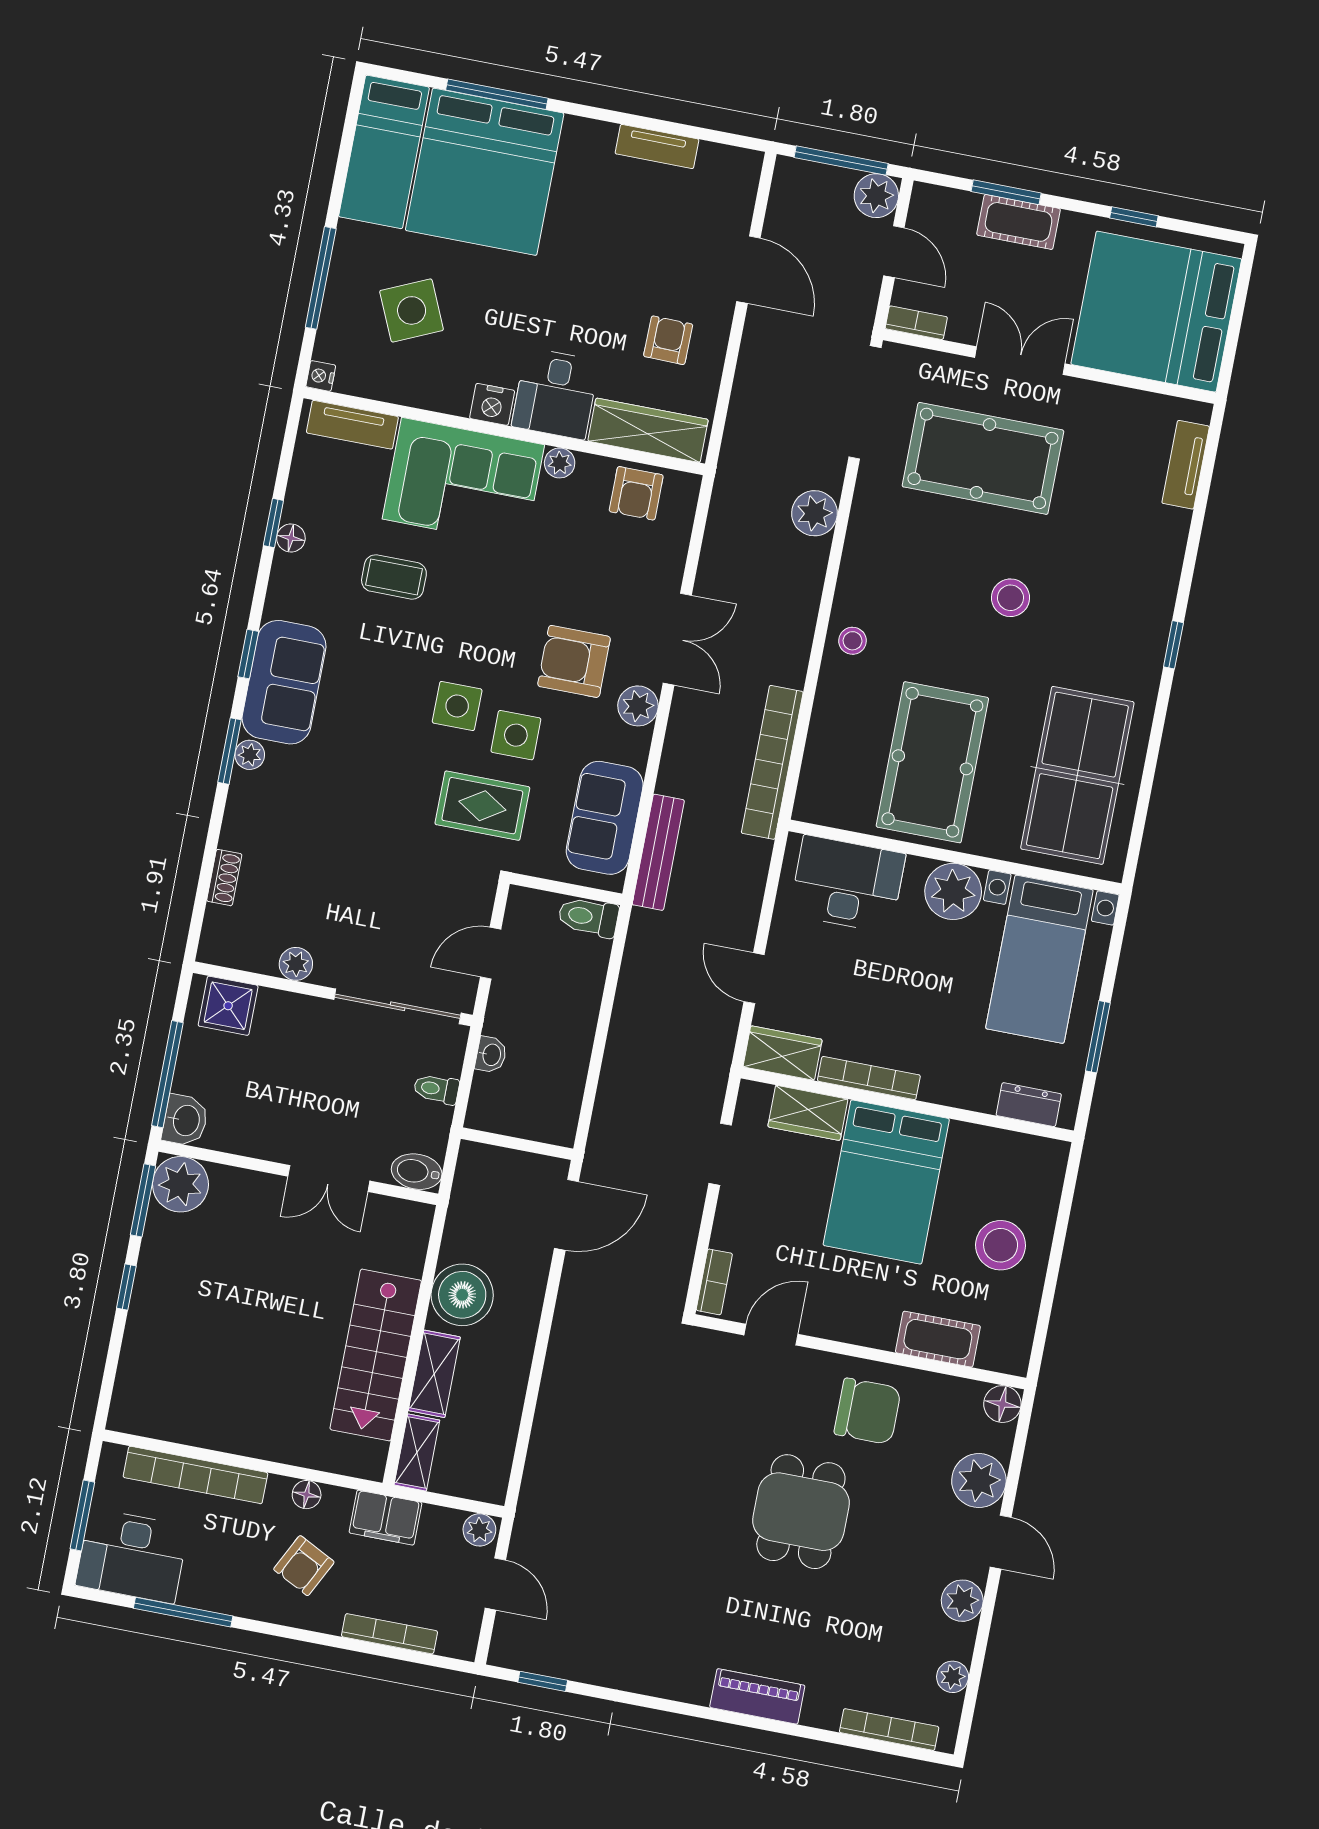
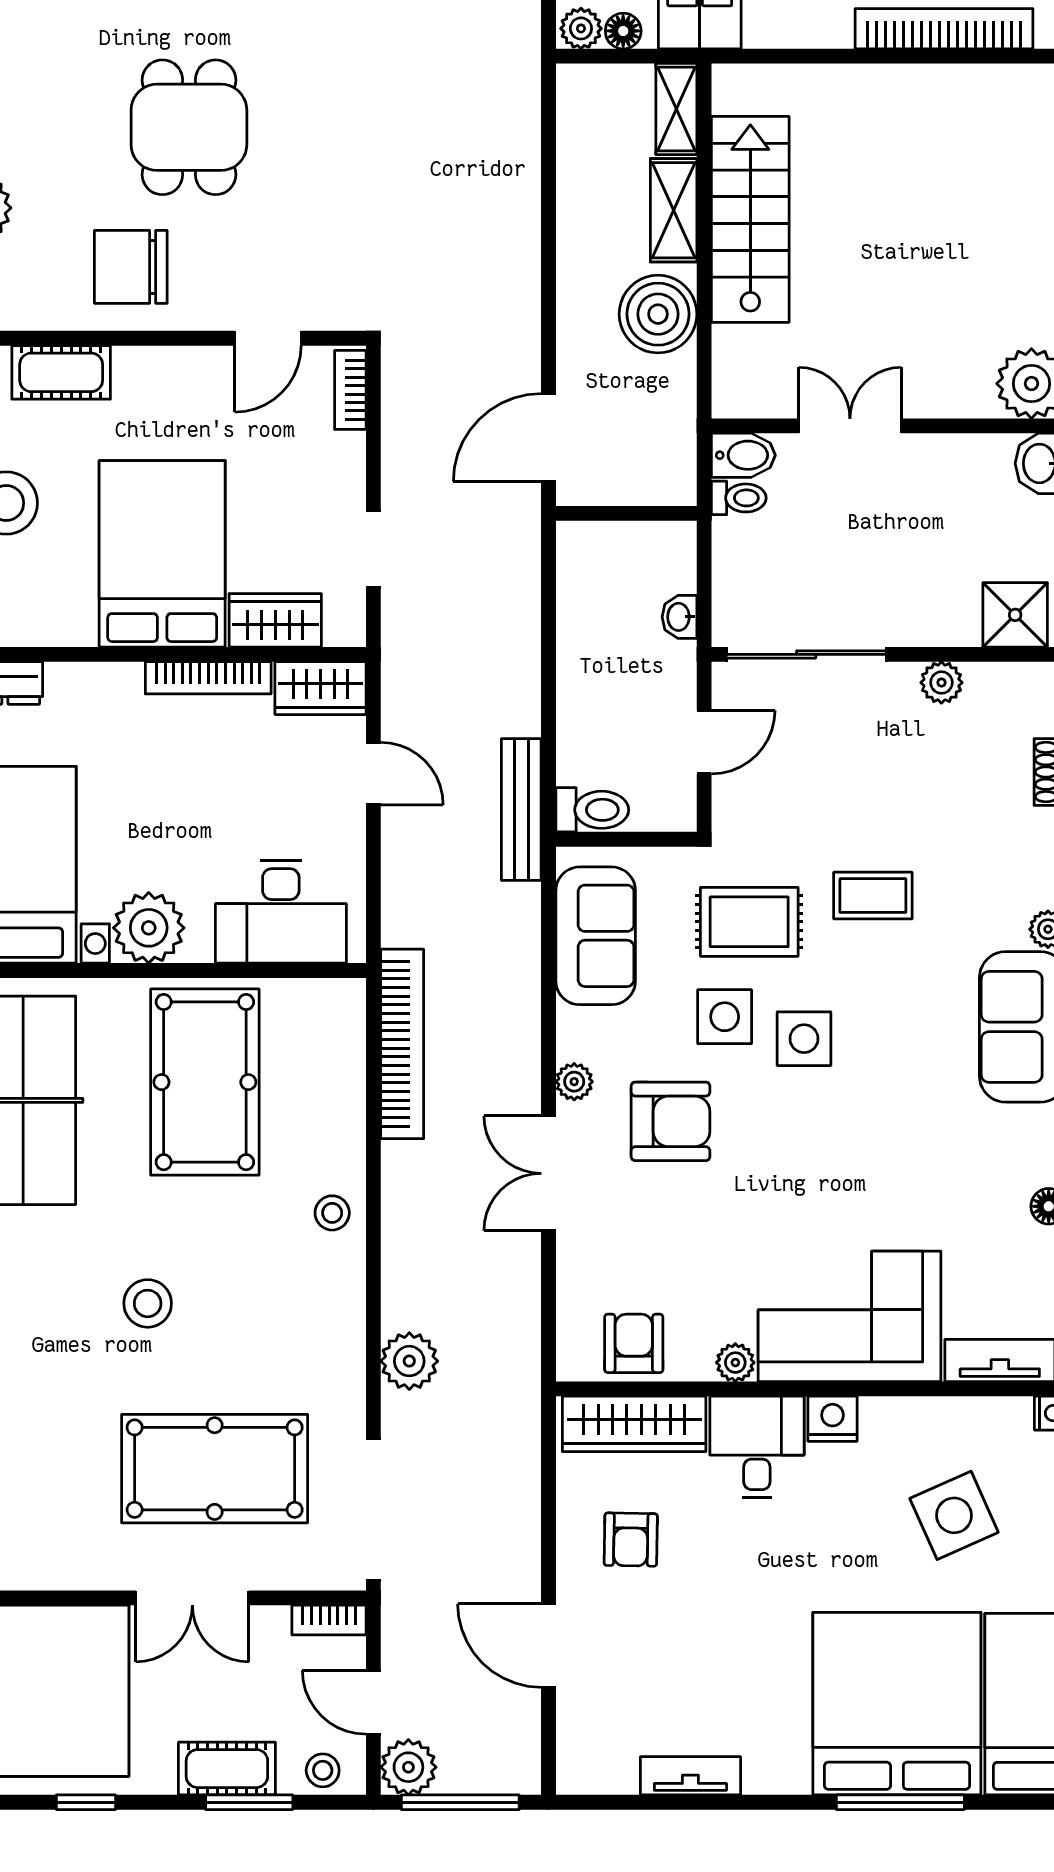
stool: (944, 206) -> (323, 1770), added
coffee table: (394, 577) -> (873, 896), moved
plant: (638, 706) -> (574, 1082), width x0.73, depth x0.73
bench: (658, 852) -> (521, 809), moved
toilet: (436, 1089) -> (739, 498), moved
floor lamp: (307, 1495) -> (623, 31), moved

